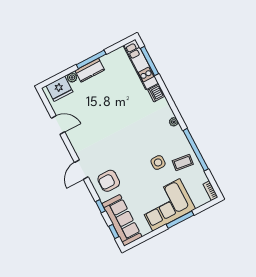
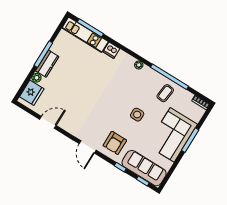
side table: (158, 162) -> (137, 115), moved

